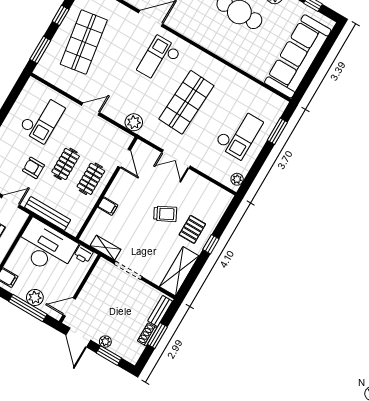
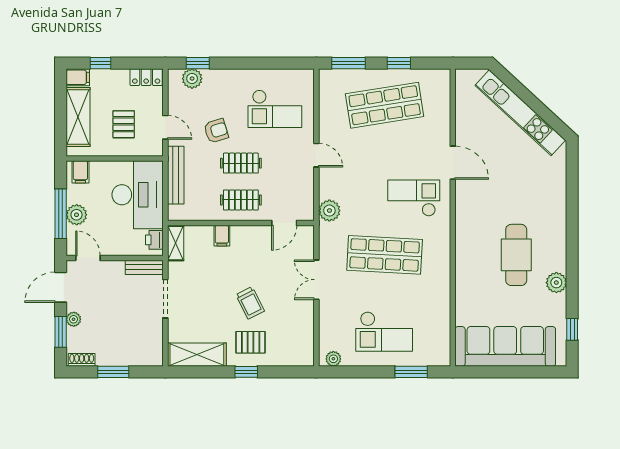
armchair: (33, 168) -> (216, 131), turned 73
shelving: (106, 248) -> (176, 243), moved
bench: (160, 311) -> (144, 267), moved
shoe rack: (147, 334) -> (82, 360), moved

